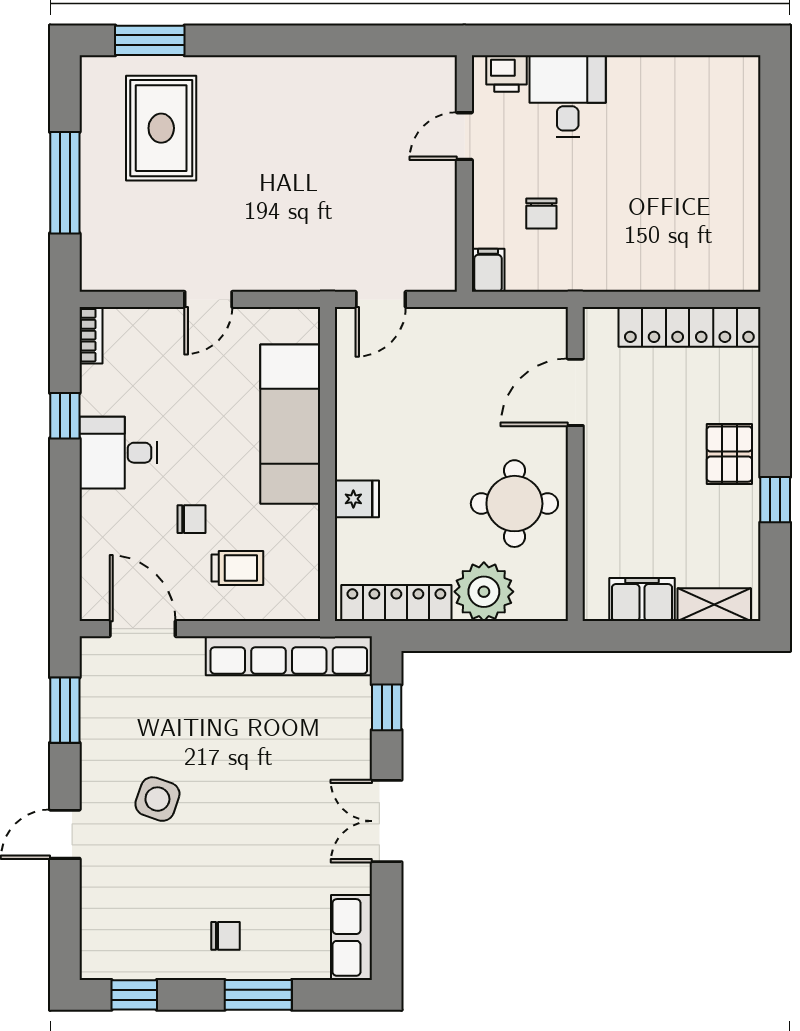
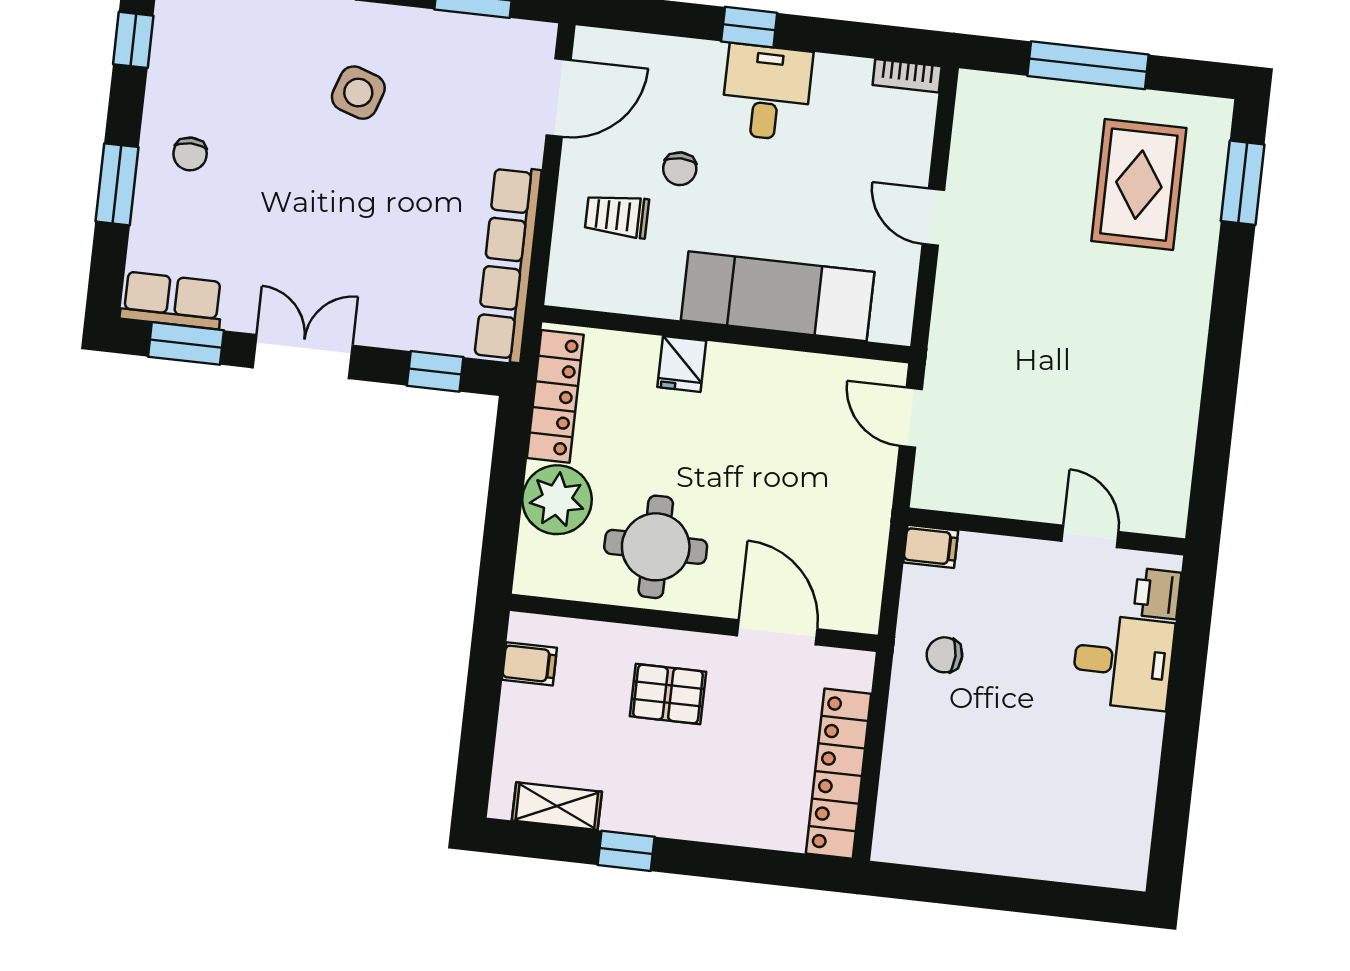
rug: (161, 128) -> (1139, 185), turned 90
chair: (541, 213) -> (944, 655), moved
window: (65, 416) -> (749, 27), moved
pallet: (729, 454) -> (668, 694), moved
trolley: (237, 568) -> (617, 216), turned 90
filing cabinet: (642, 600) -> (529, 664), width x0.50
shelving: (714, 605) -> (557, 806), moved, turned 90
window: (387, 921) -> (186, 343), added

